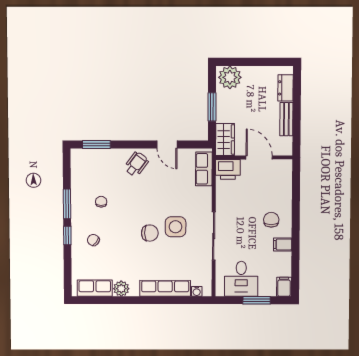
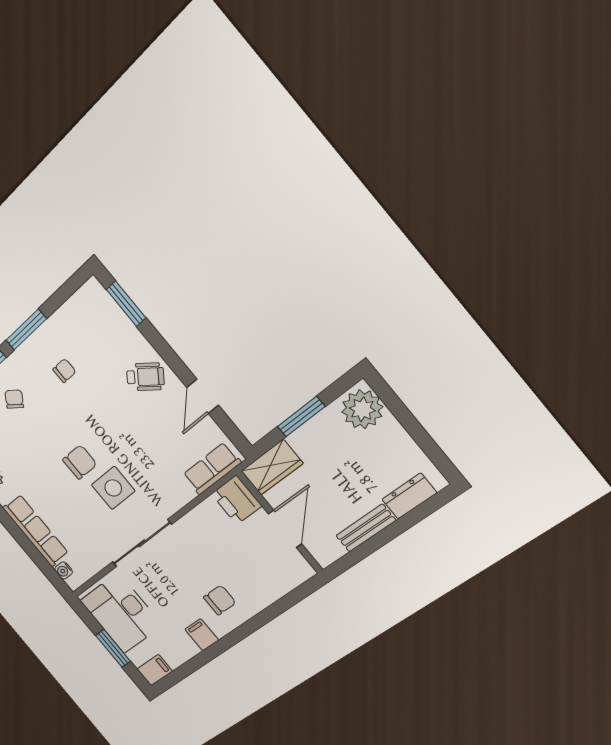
chair: (150, 233) -> (80, 462), turned -90
desk: (241, 279) -> (121, 613), width x1.37

